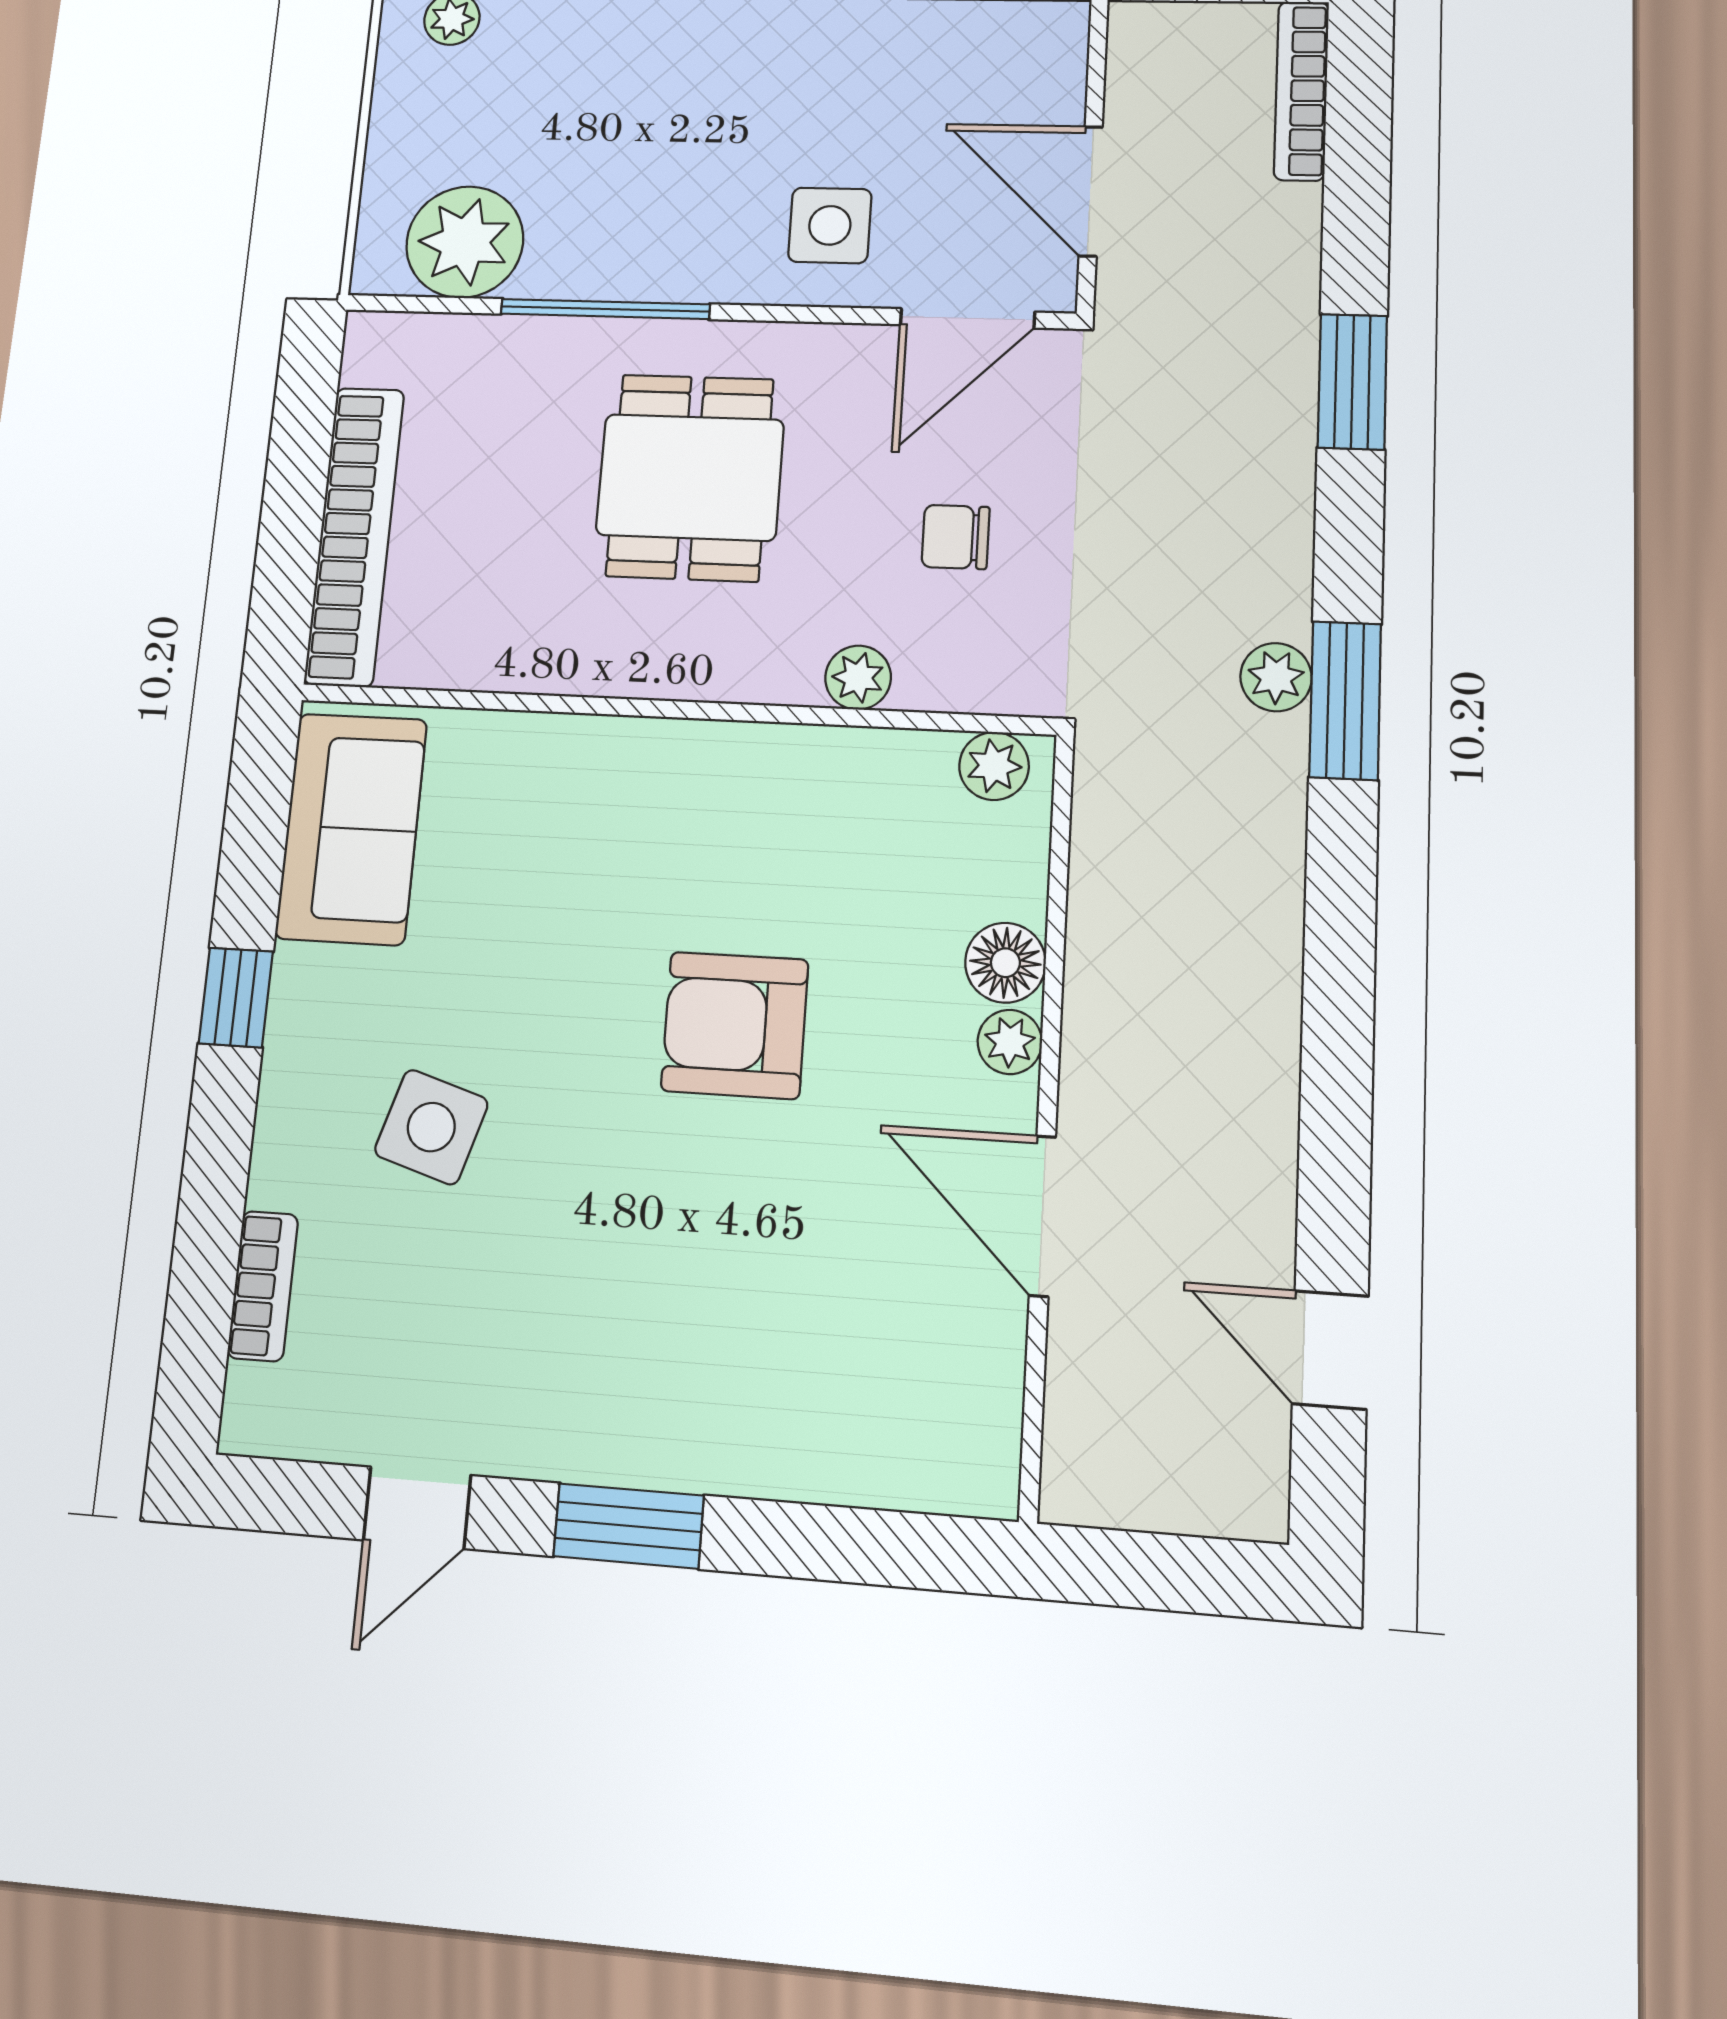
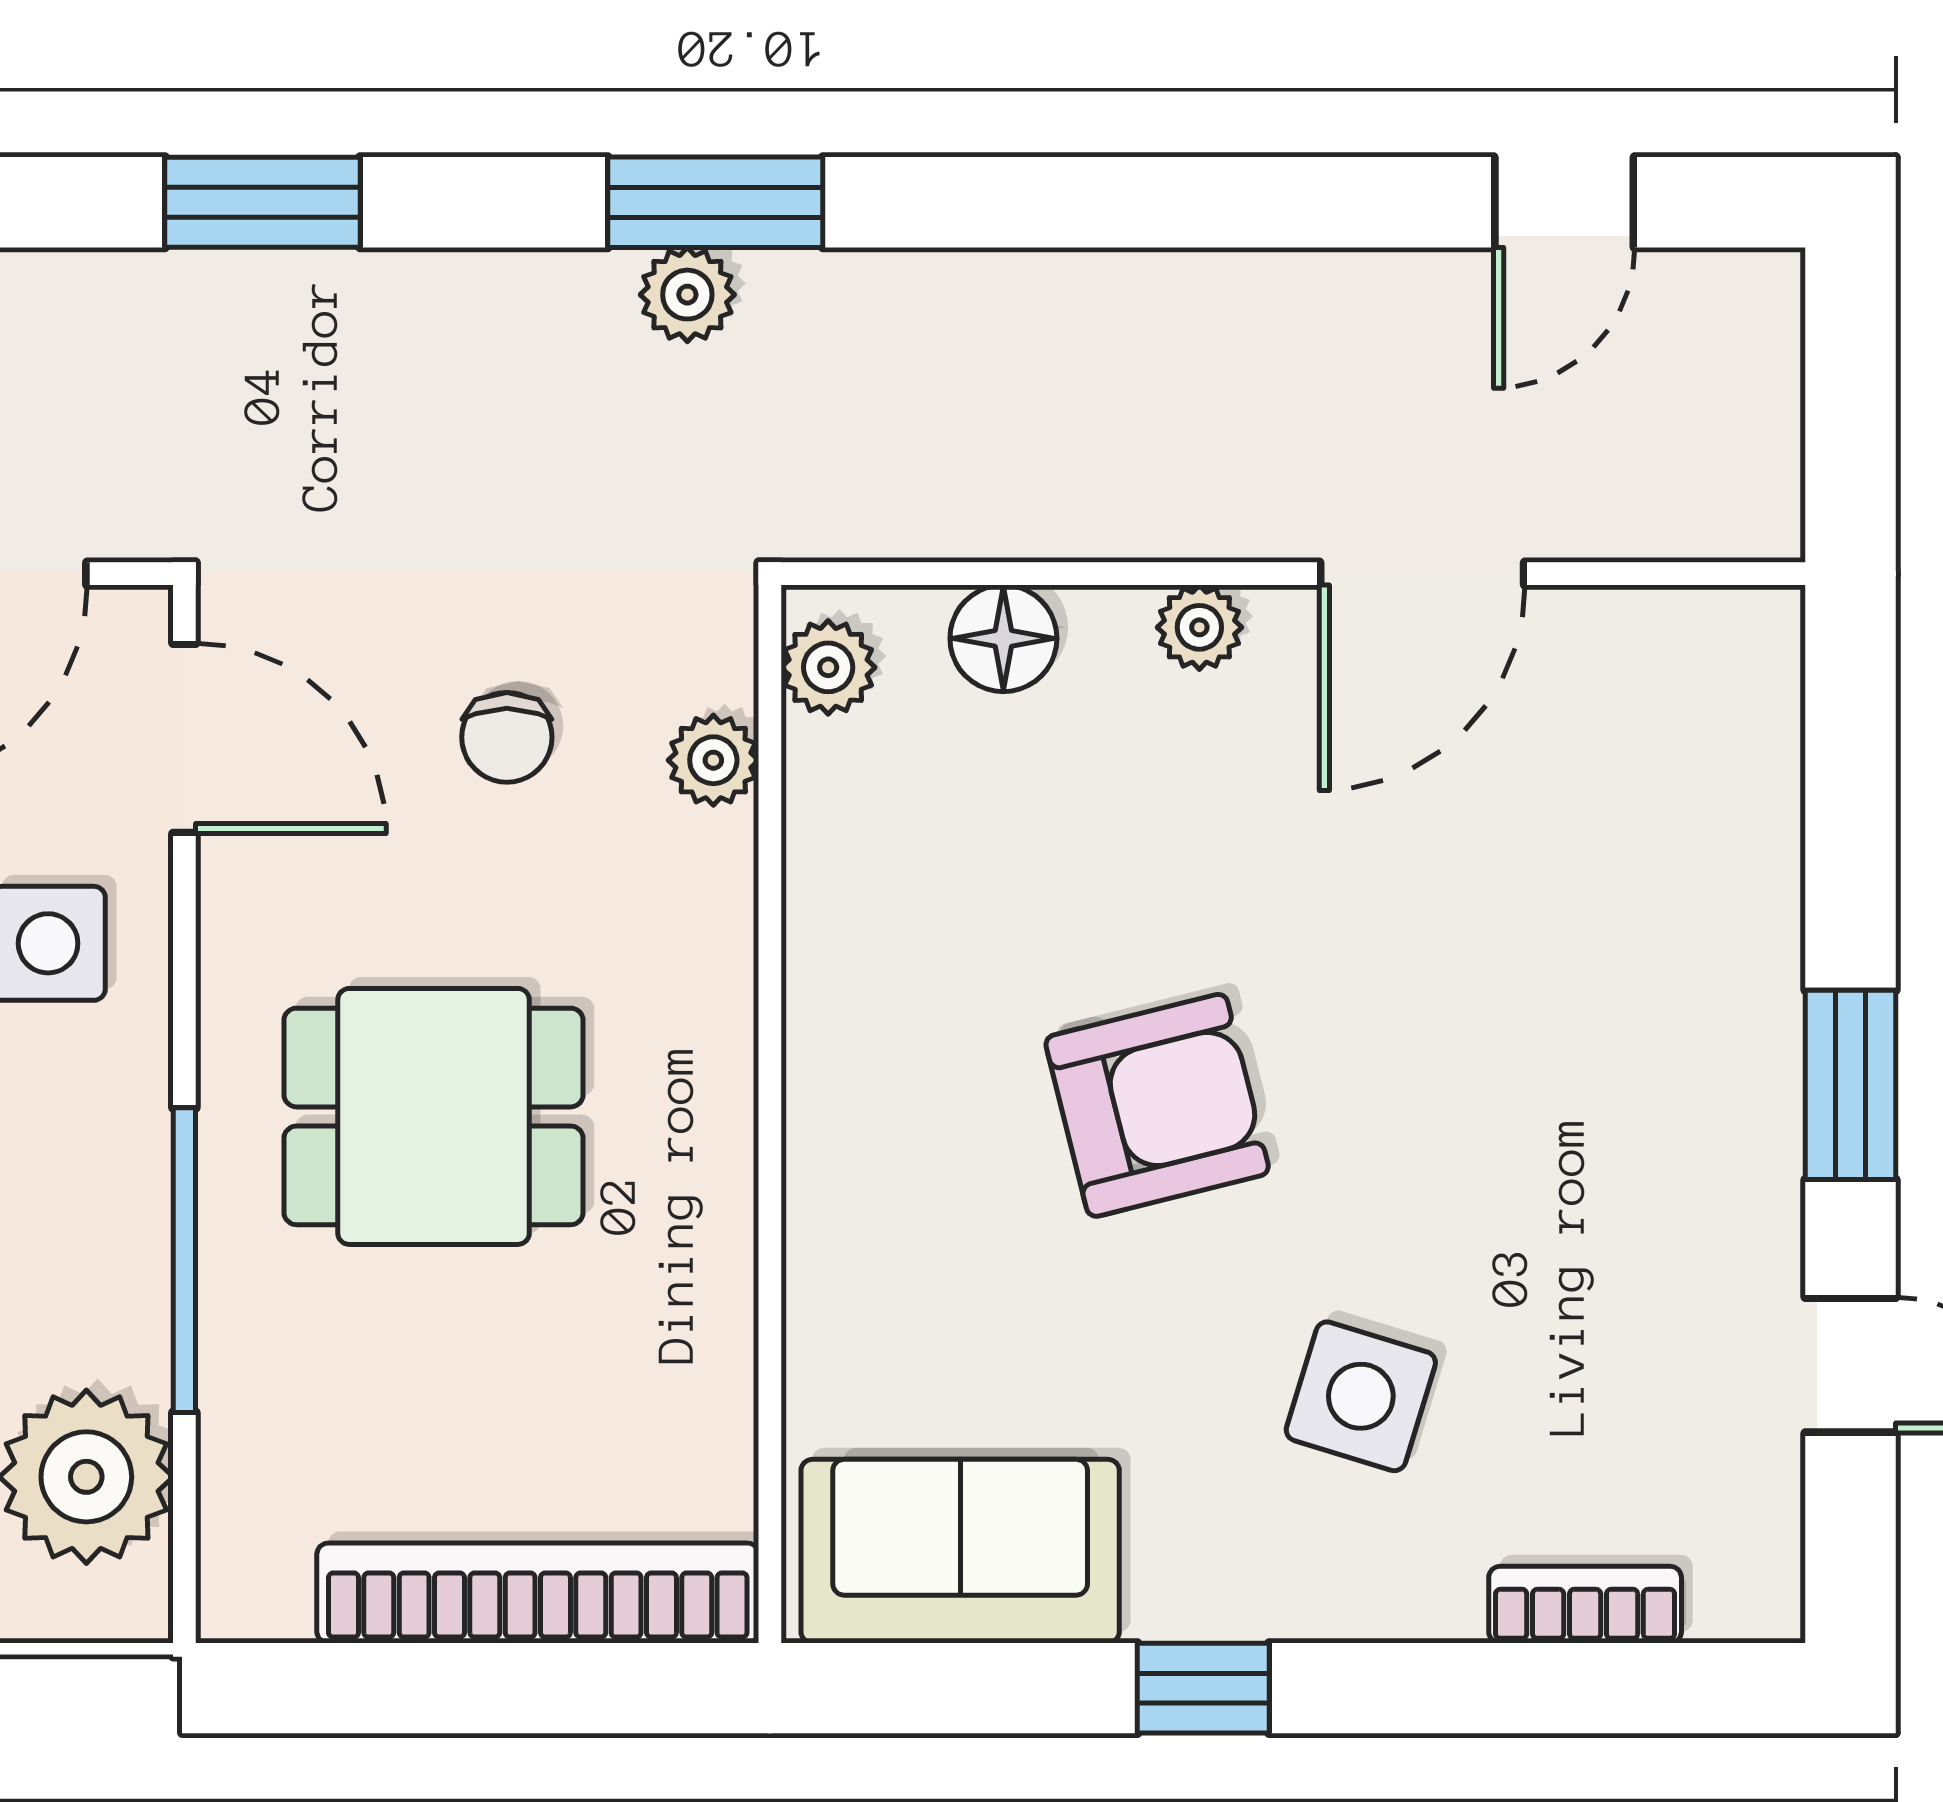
plant: (858, 678) -> (713, 760), moved
floor lamp: (1005, 963) -> (1003, 638), moved
armchair: (735, 1025) -> (1157, 1105), moved, turned -104

